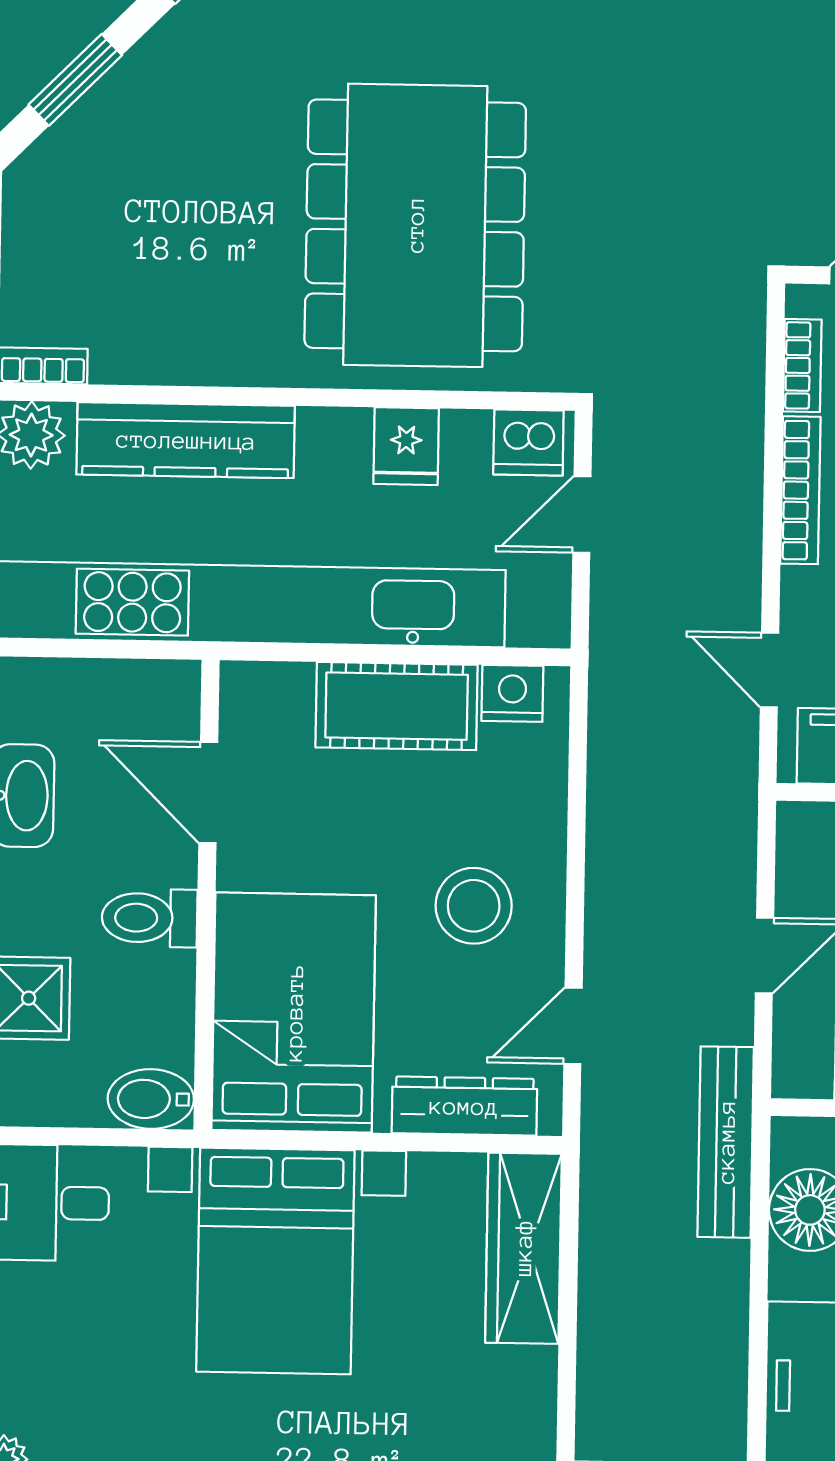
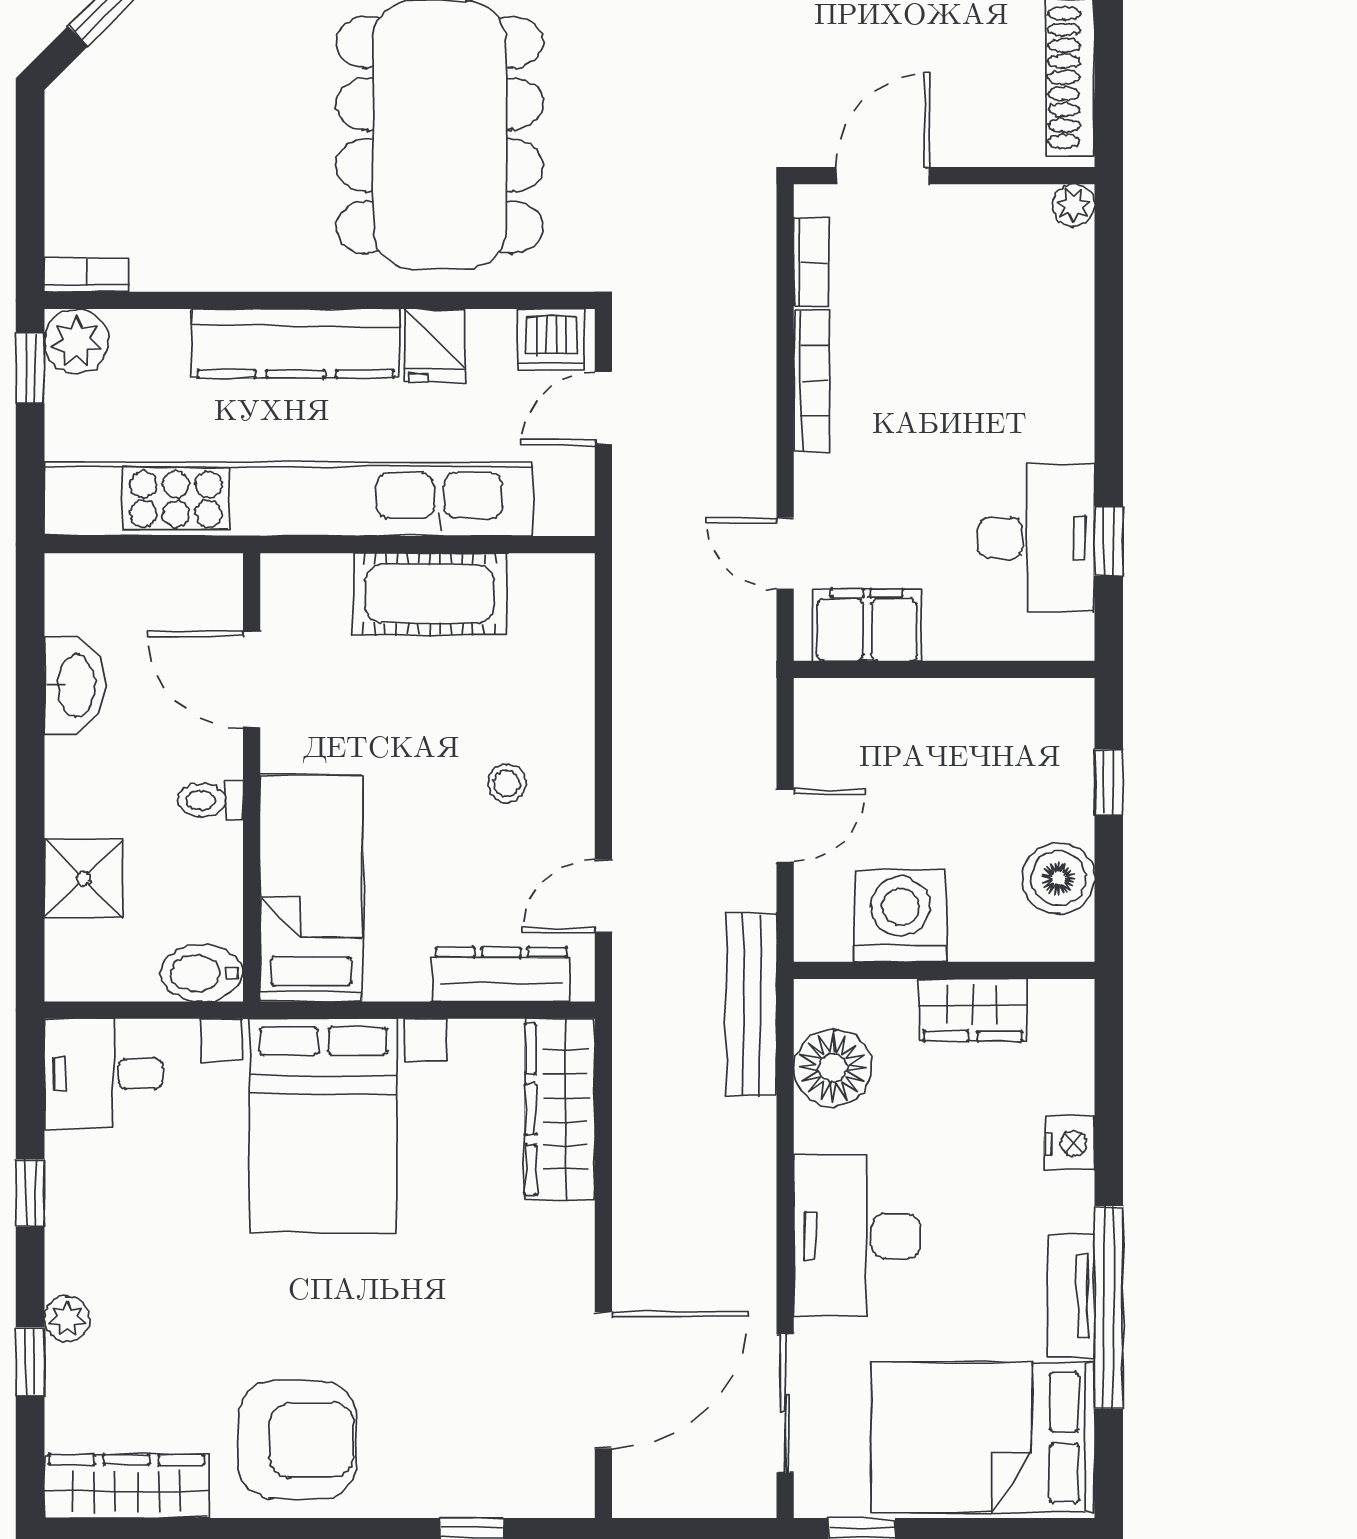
kitchen counter: (186, 440) -> (296, 344), moved
nightstand: (512, 693) -> (540, 580), removed
stool: (474, 906) -> (507, 783), width x0.53, depth x0.53
toilet: (150, 918) -> (210, 800), width x0.73, depth x0.72
bed: (294, 1013) -> (311, 888), width x0.67

